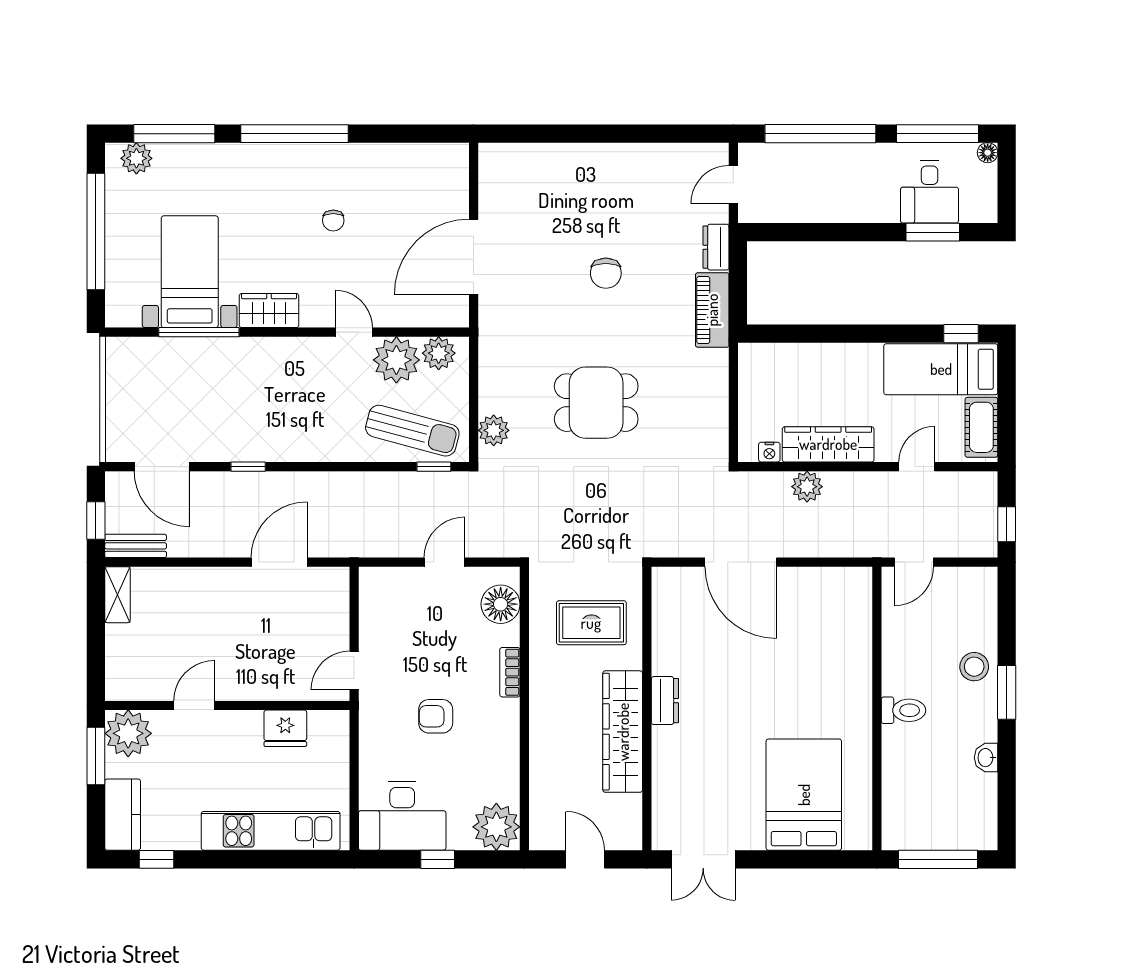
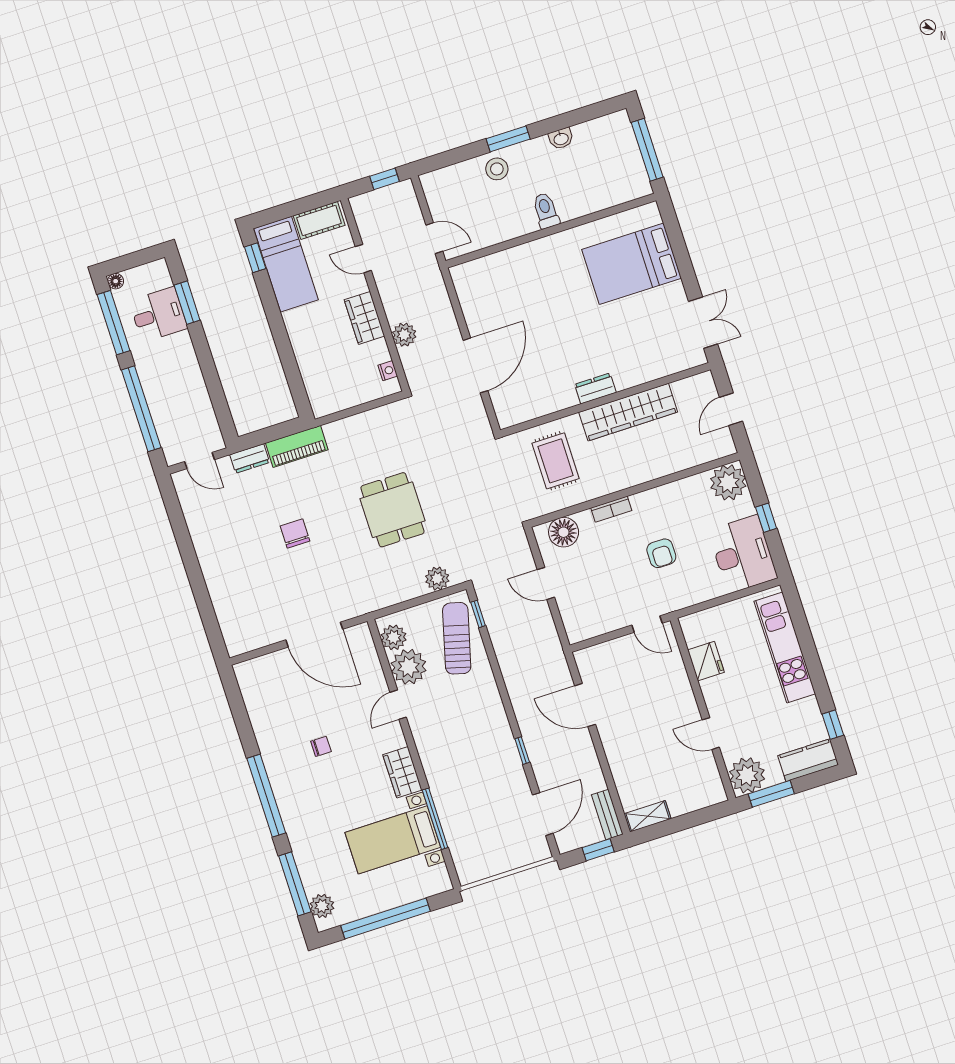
chair: (606, 273) -> (295, 533), turned -90
wardrobe: (828, 444) -> (364, 318), width x0.67

